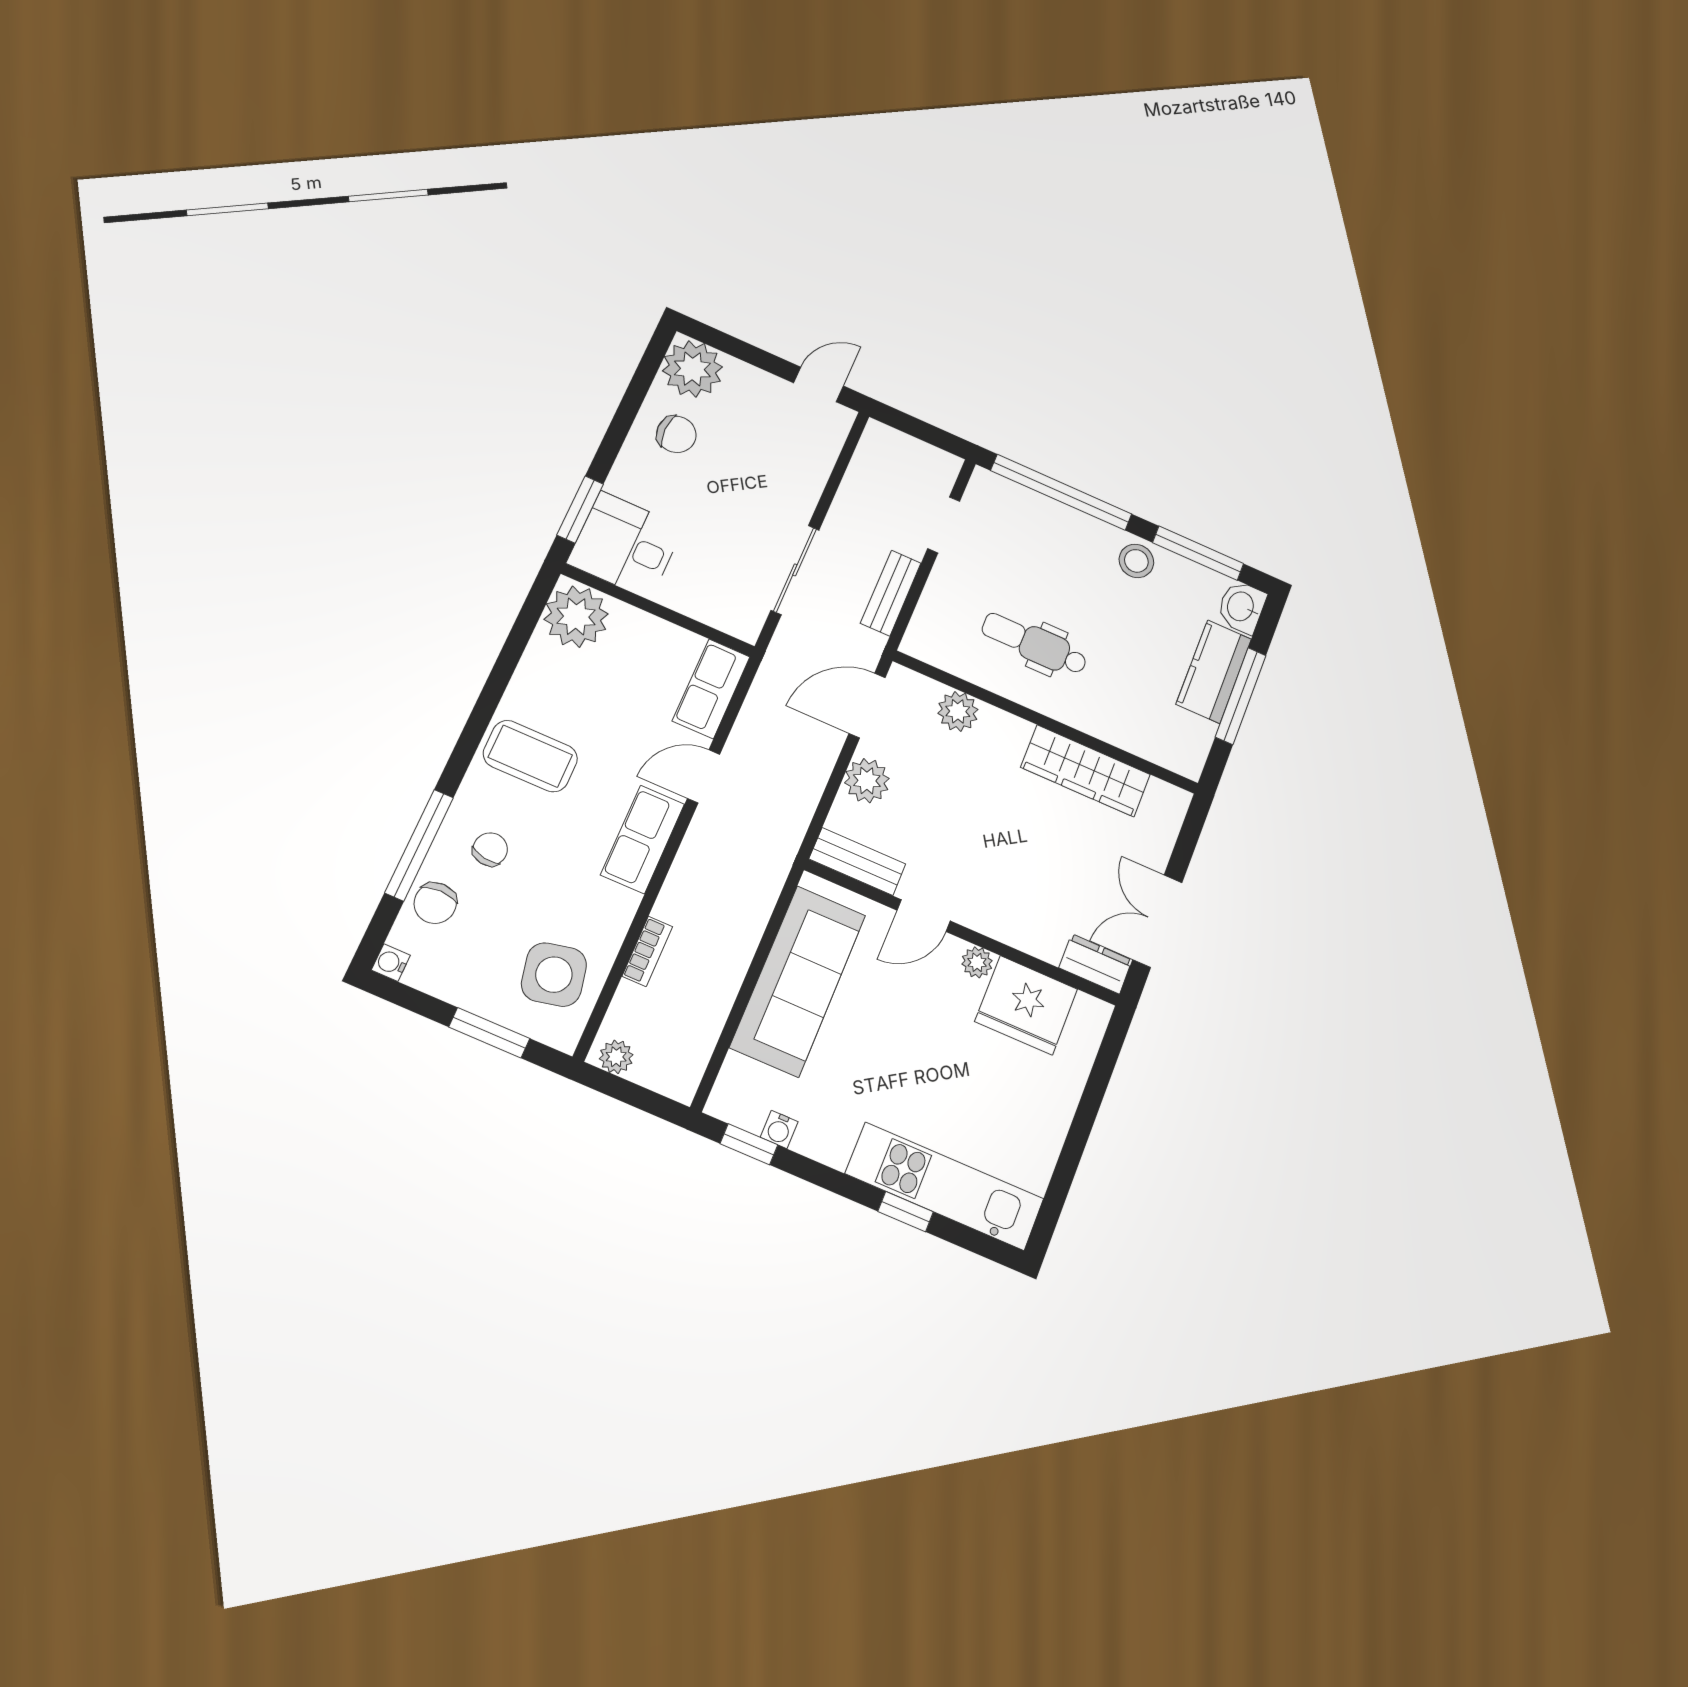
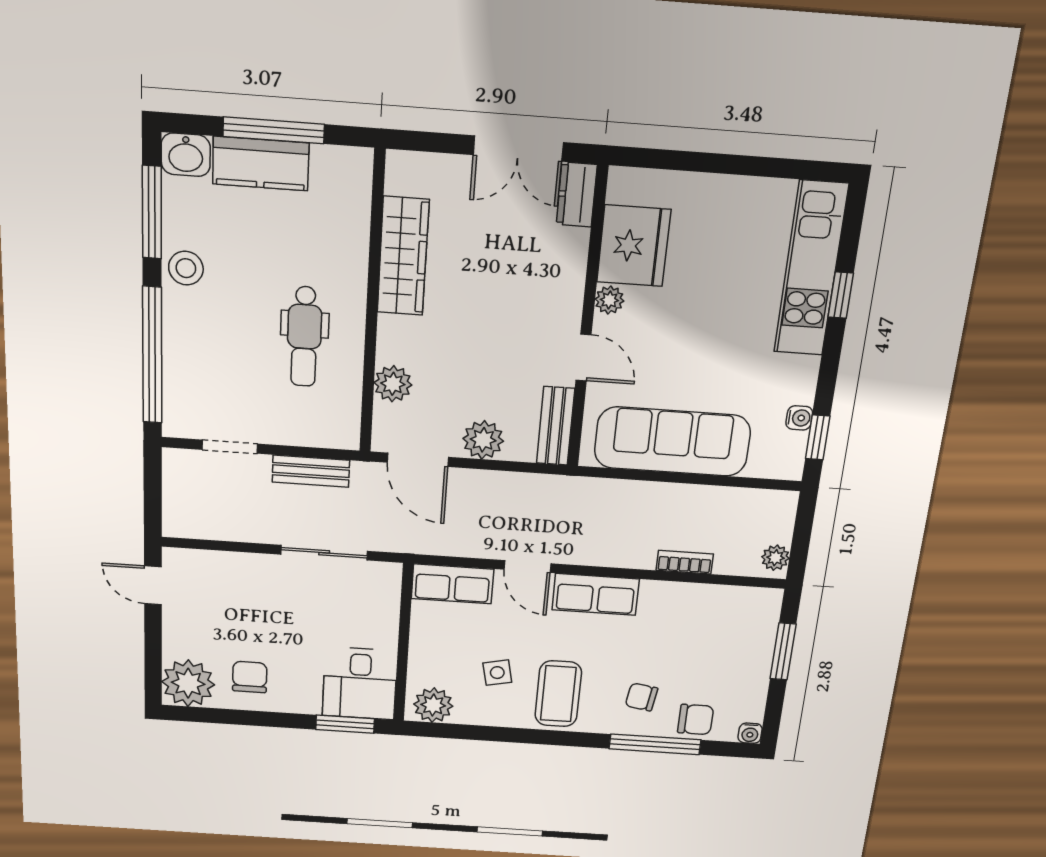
plant: (576, 617) -> (433, 705), width x0.73, depth x0.73
side table: (554, 975) -> (497, 673), moved, width x0.54, depth x0.54

